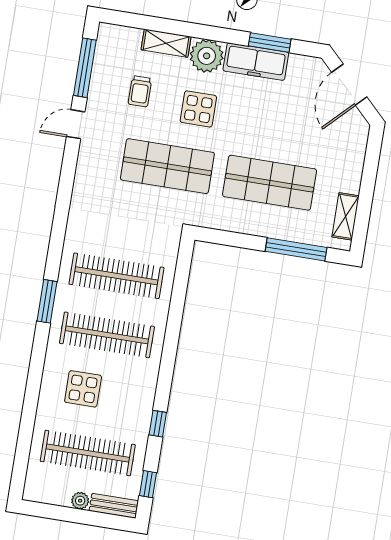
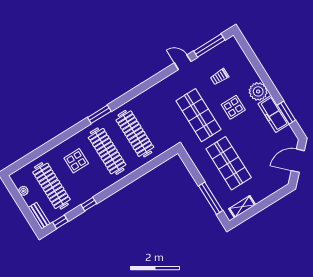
shelving: (166, 43) -> (249, 70), removed
plant: (80, 501) -> (23, 191), moved

